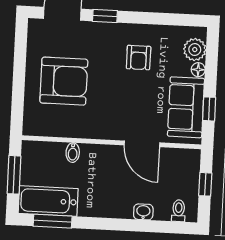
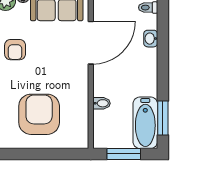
armchair: (139, 58) -> (15, 50), turned 90
door: (142, 144) -> (91, 43), width x1.36

